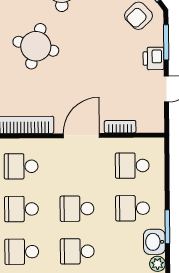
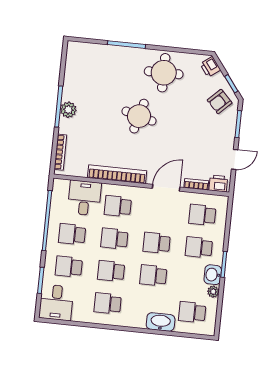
printer: (154, 58) -> (218, 183), moved, turned 90

